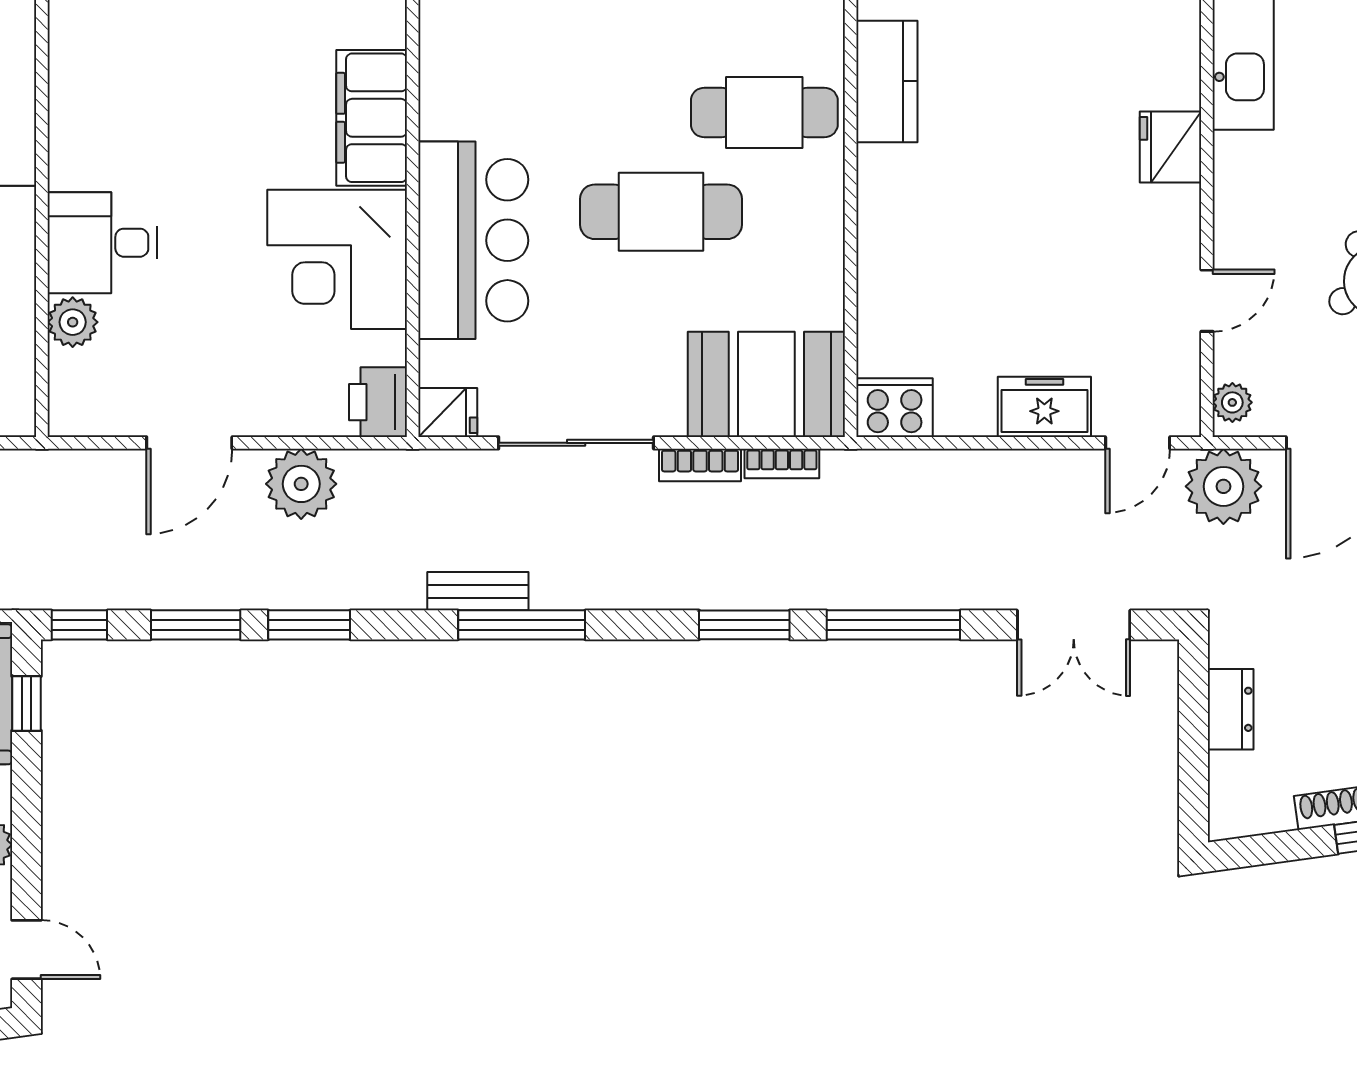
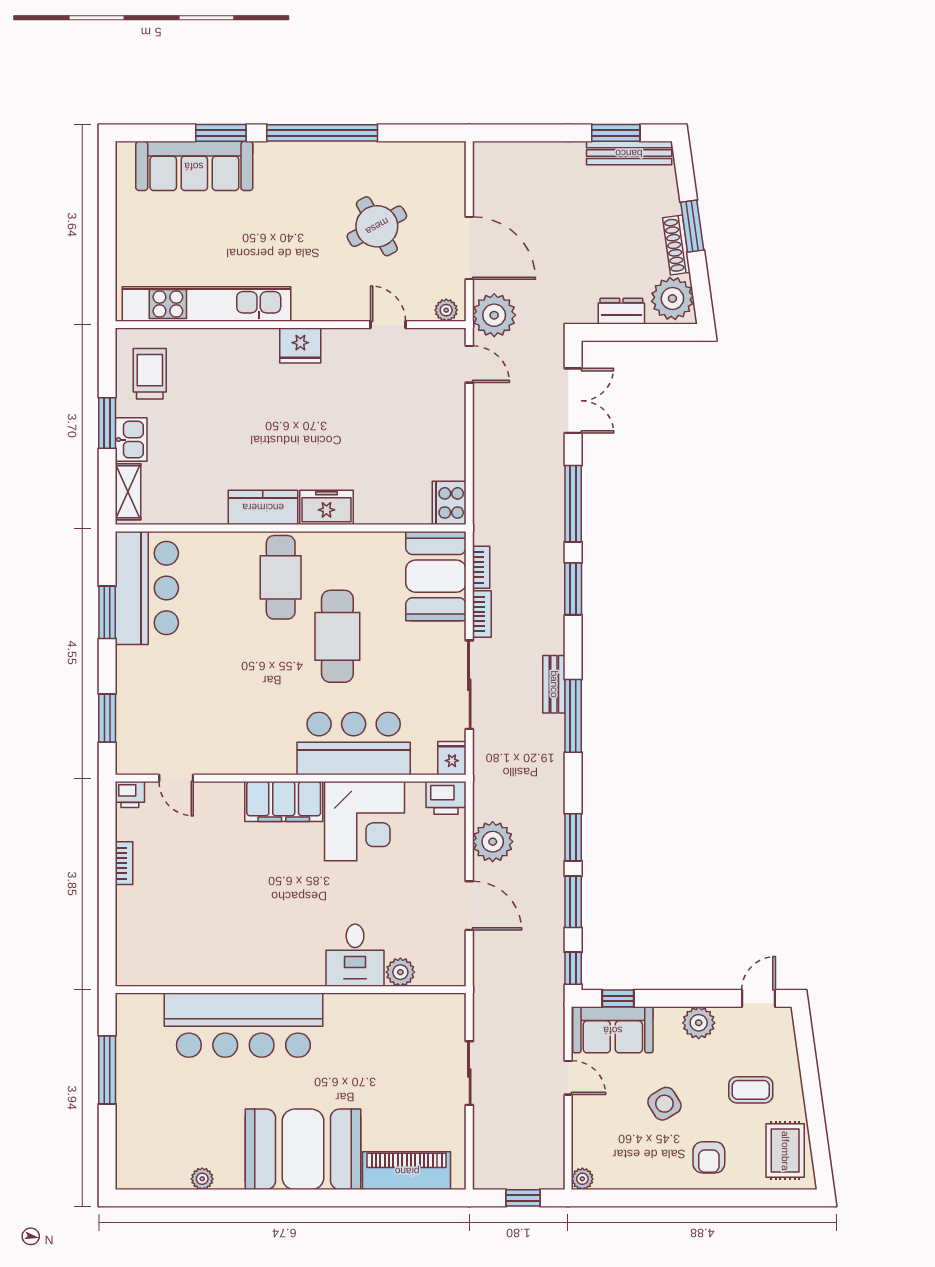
freezer: (1044, 407) -> (326, 507), moved, turned 90
bench: (478, 591) -> (554, 684), moved
plant: (1253, 799) -> (672, 298), added

